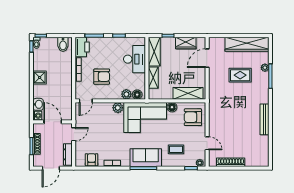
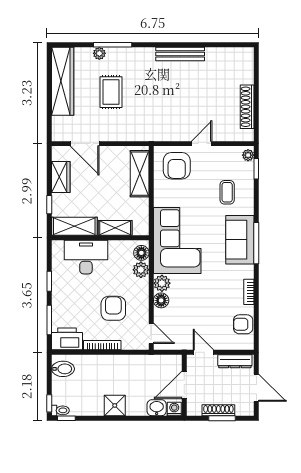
floor lamp: (172, 107) -> (161, 300), moved
door: (207, 143) -> (202, 144), moved

